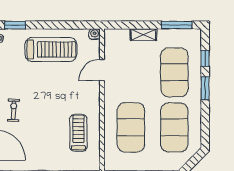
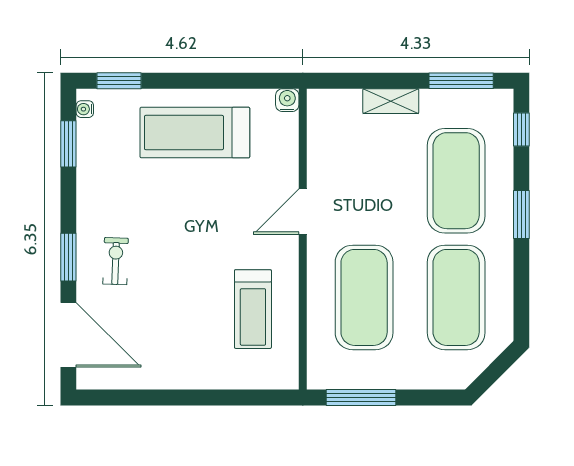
treadmill: (51, 50) -> (195, 133), turned 180
window: (205, 58) -> (521, 130), moved
door: (102, 70) -> (303, 212), moved
treadmill: (78, 133) -> (253, 309), turned 180

